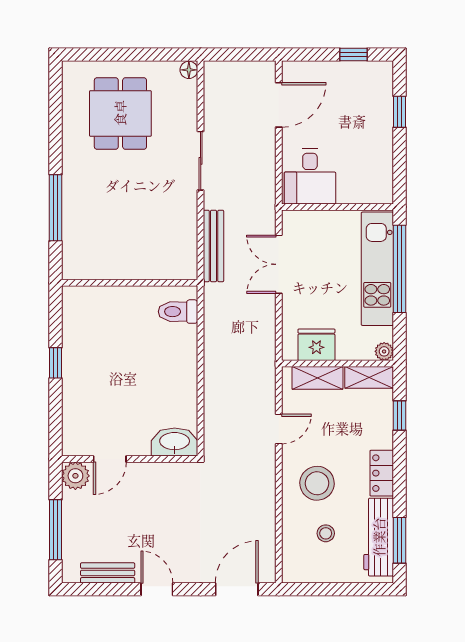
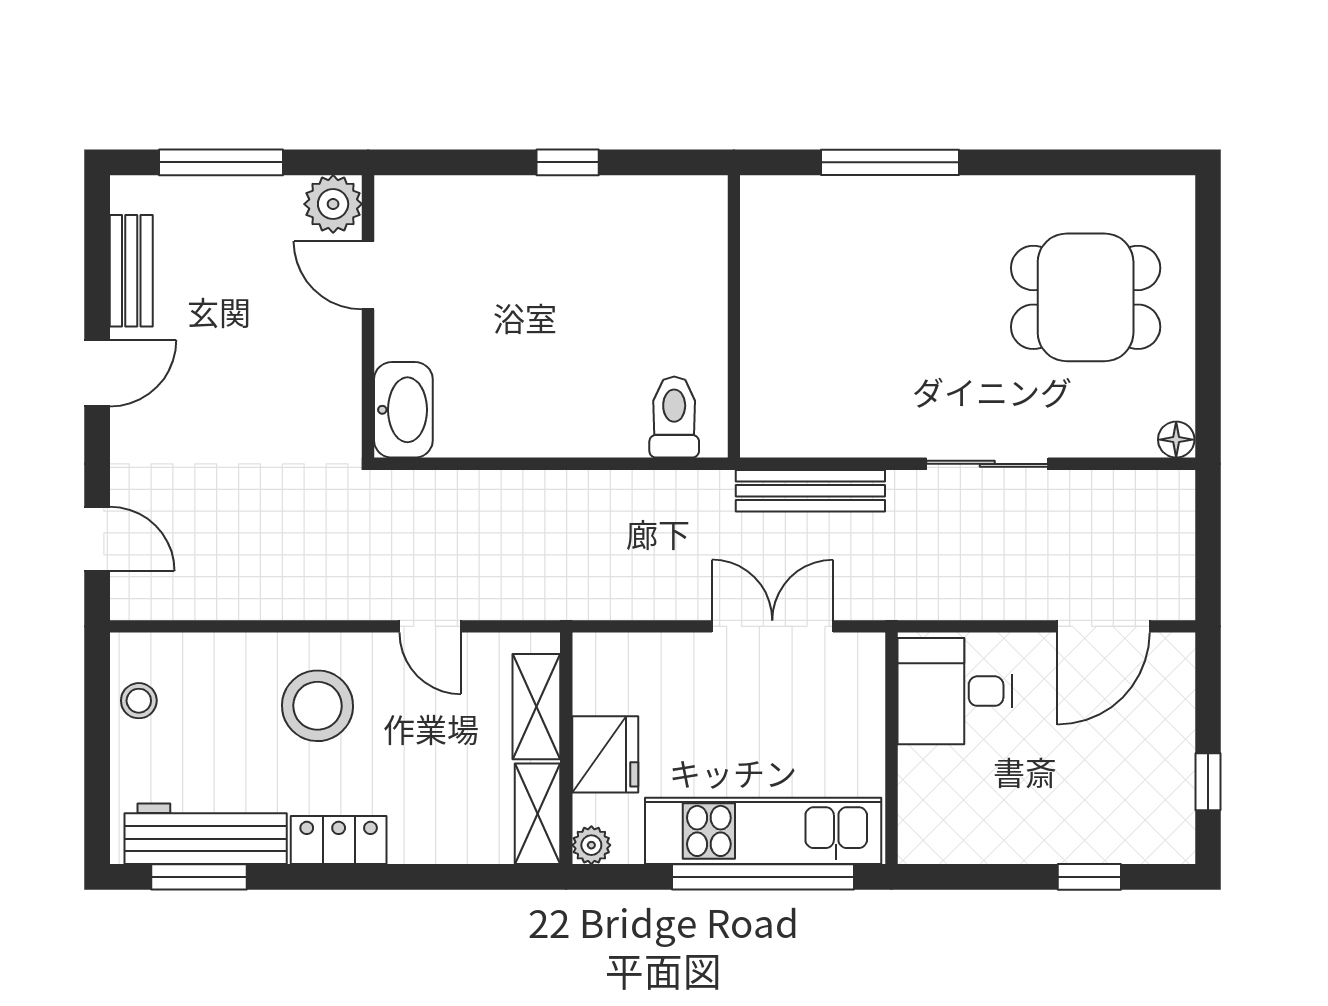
door: (279, 105) -> (1103, 626), hinge flipped
fridge: (316, 345) -> (605, 754), moved
window: (399, 415) -> (458, 877), removed
stool: (326, 533) -> (139, 701), moved
door: (237, 589) -> (97, 539), width x0.73

